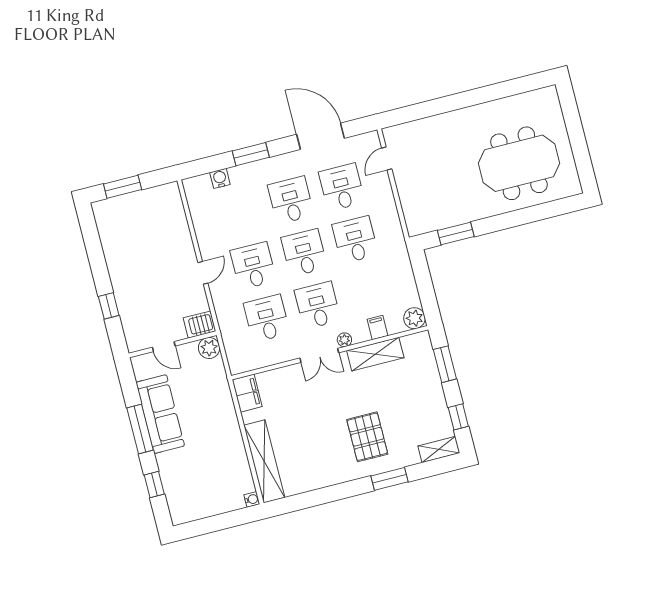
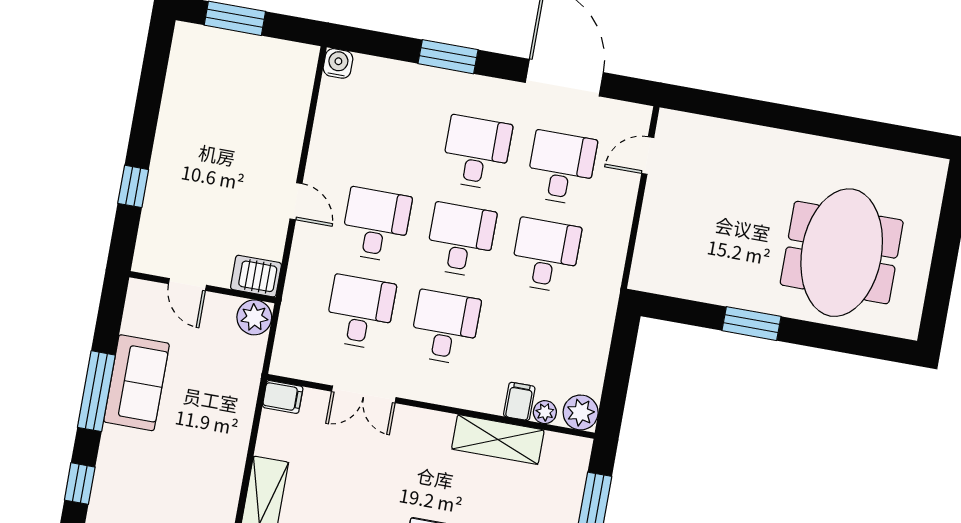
meeting table: (519, 163) -> (842, 253), turned 90
water cooler: (220, 178) -> (338, 63), moved
window: (456, 233) -> (751, 324), moved
door: (203, 273) -> (296, 201), hinge flipped
plant: (344, 340) -> (545, 412), moved
double door: (319, 355) -> (364, 394), moved
filing cabinet: (247, 393) -> (283, 397), width x0.50
sofa: (160, 414) -> (137, 383), width x0.73

